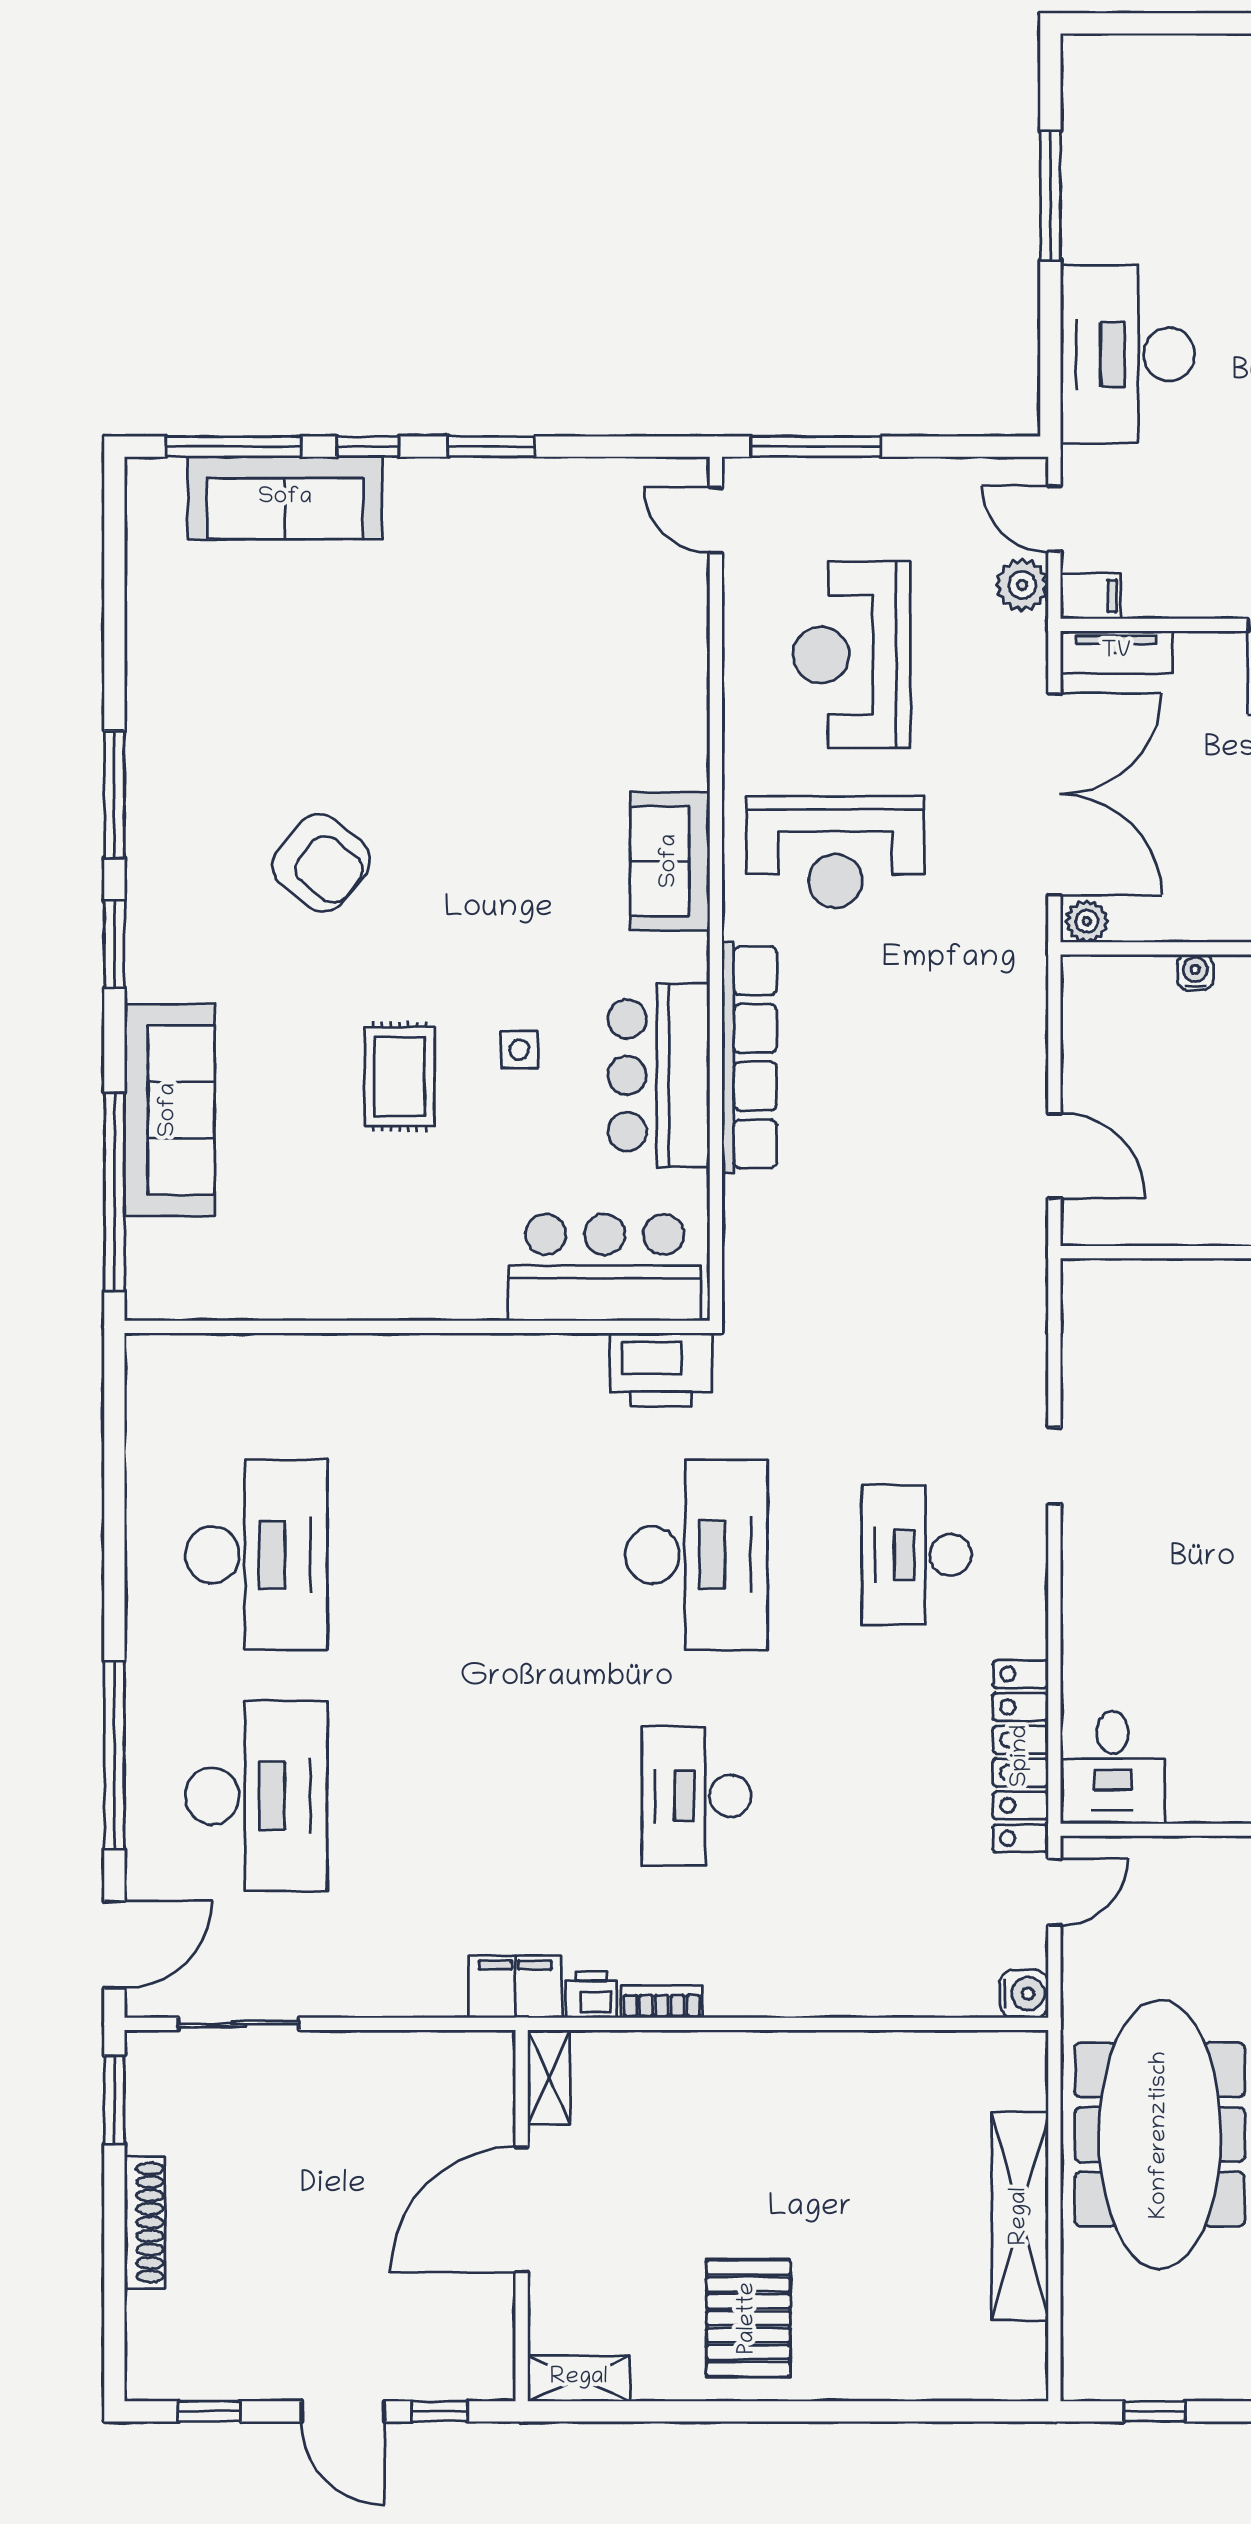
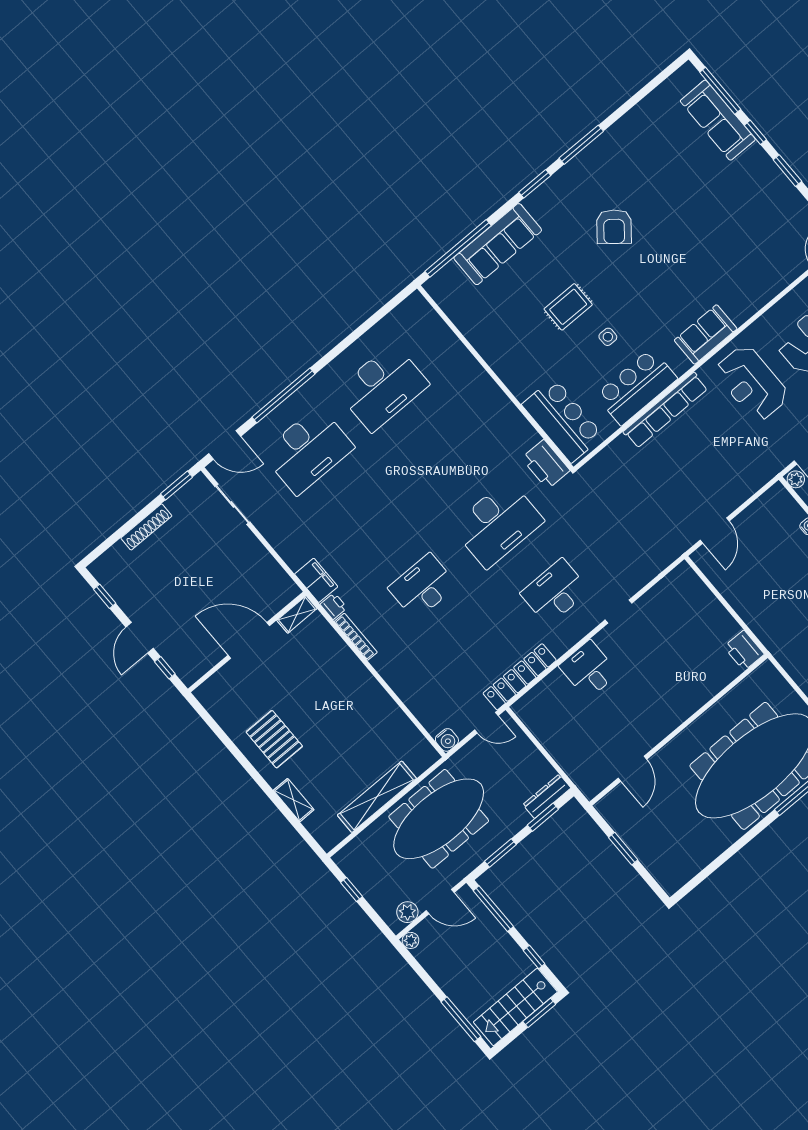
desk: (1113, 1767) -> (589, 670), moved, turned 90
bookcase: (662, 2002) -> (356, 637), width x1.56
pallet: (748, 2318) -> (274, 739), turned 90
shelving: (579, 2378) -> (294, 800), moved

